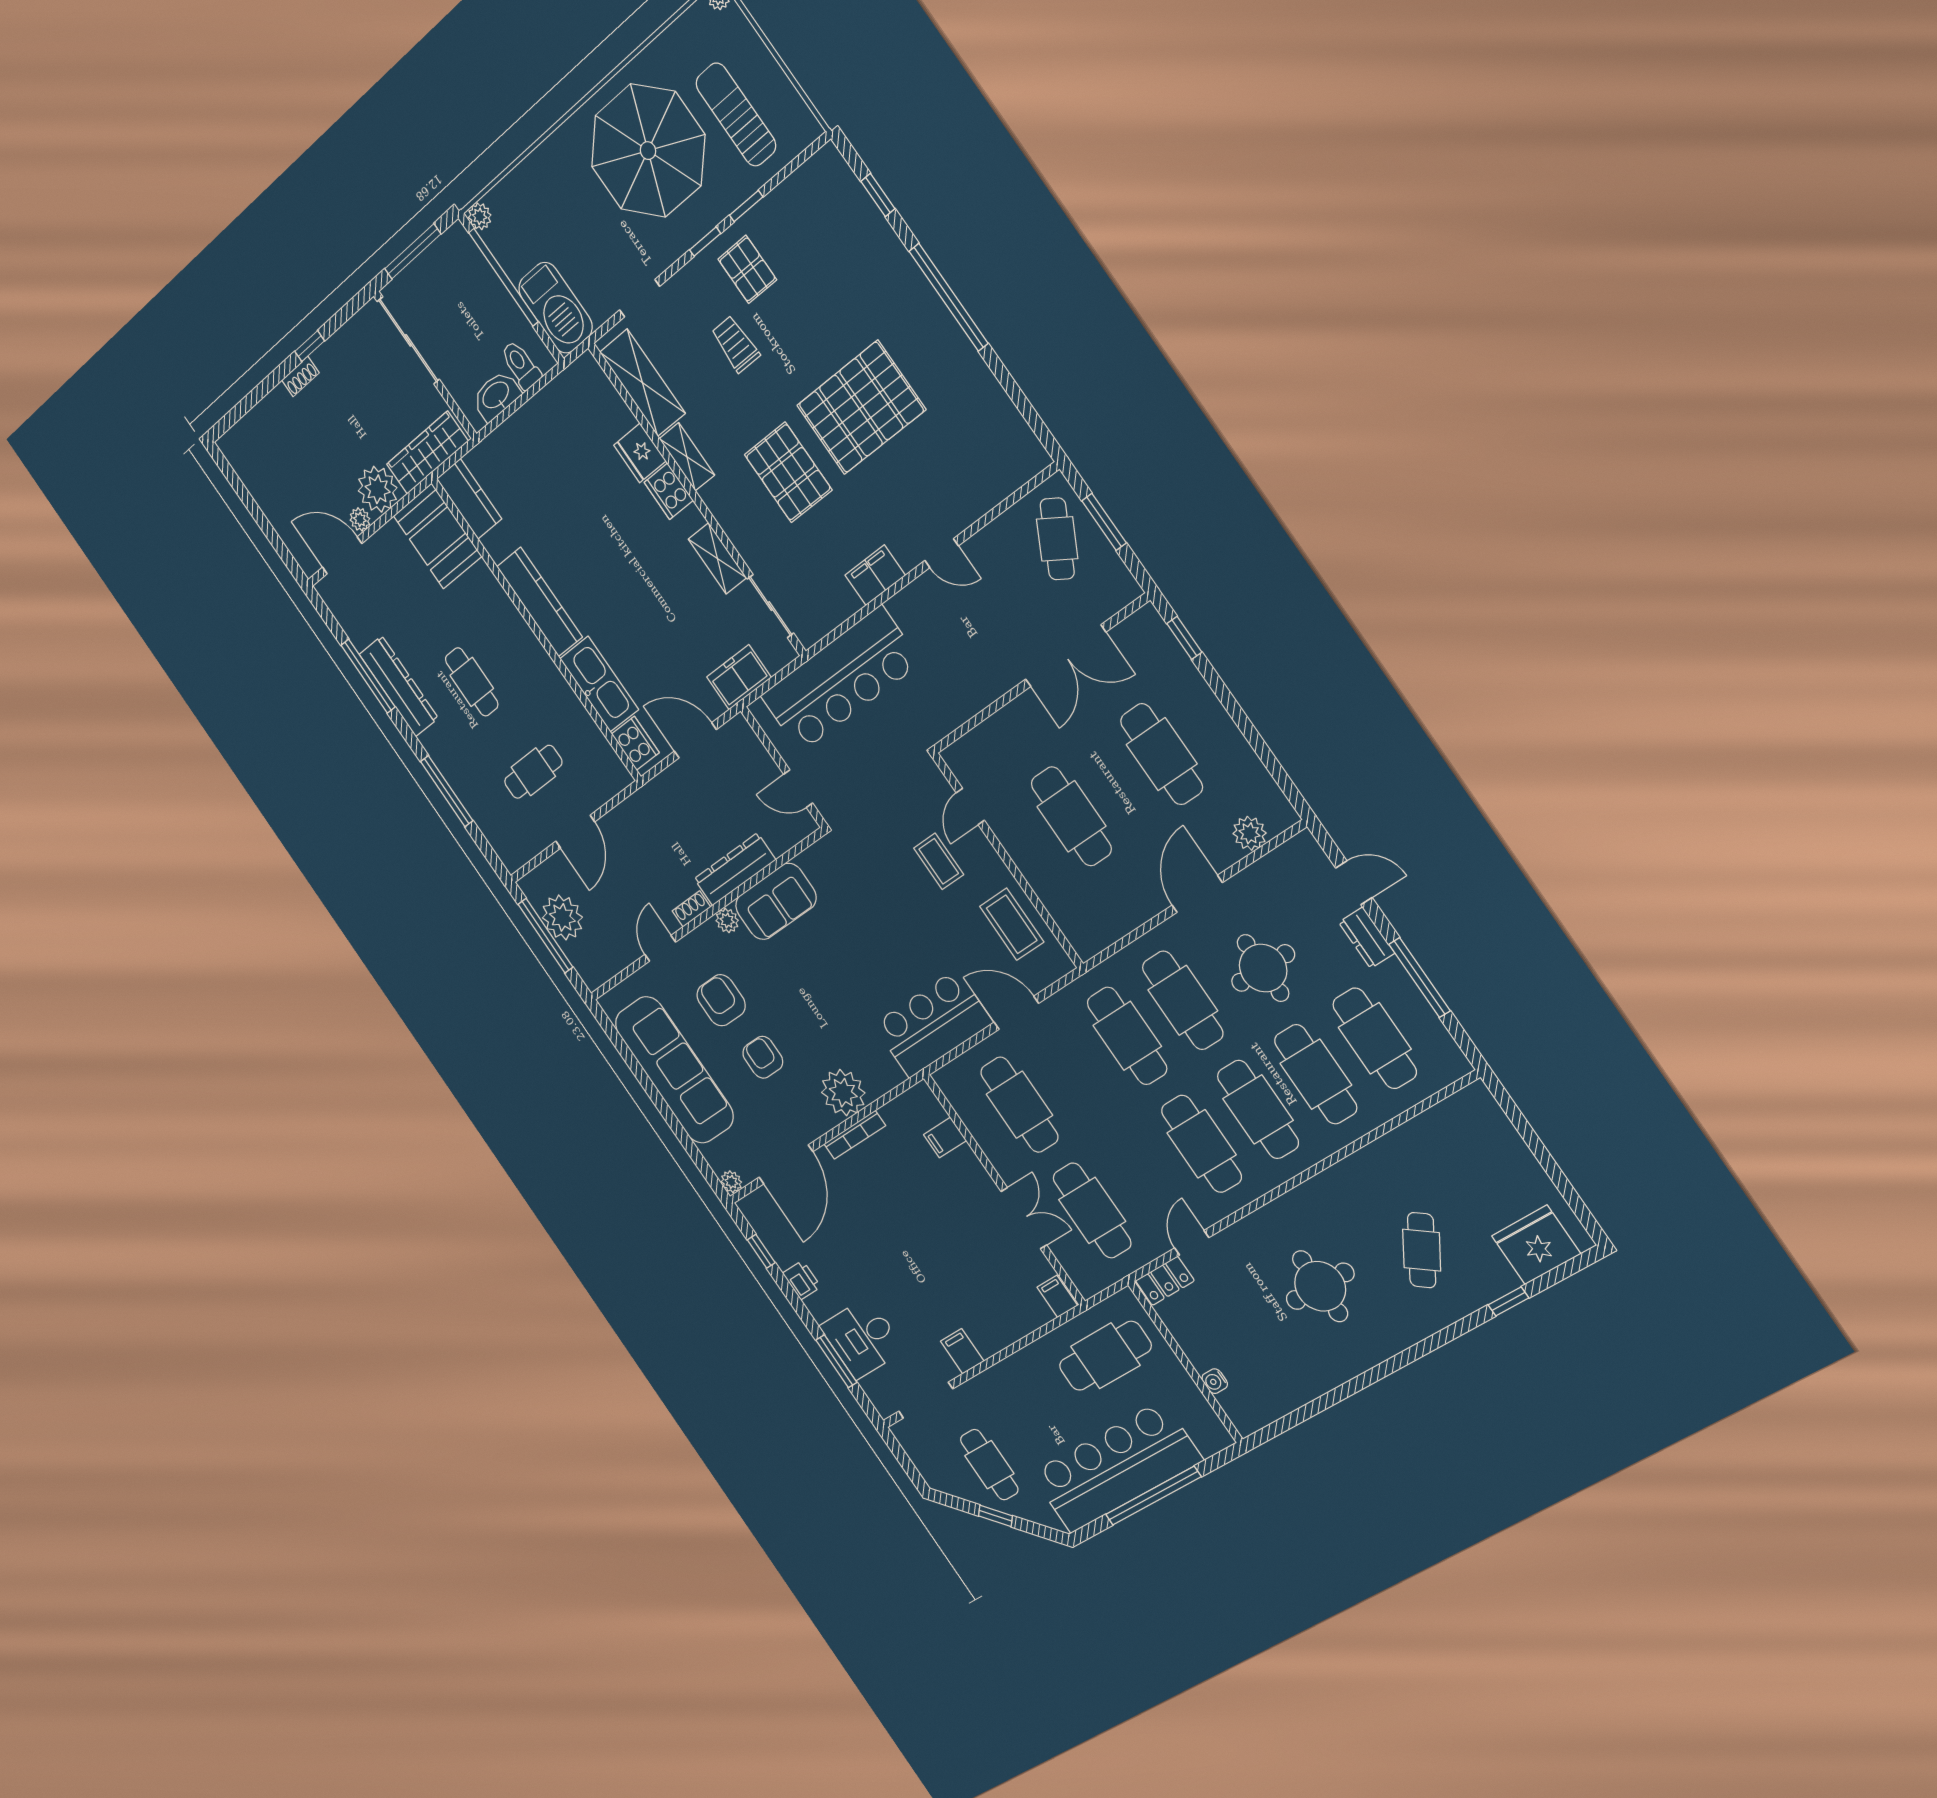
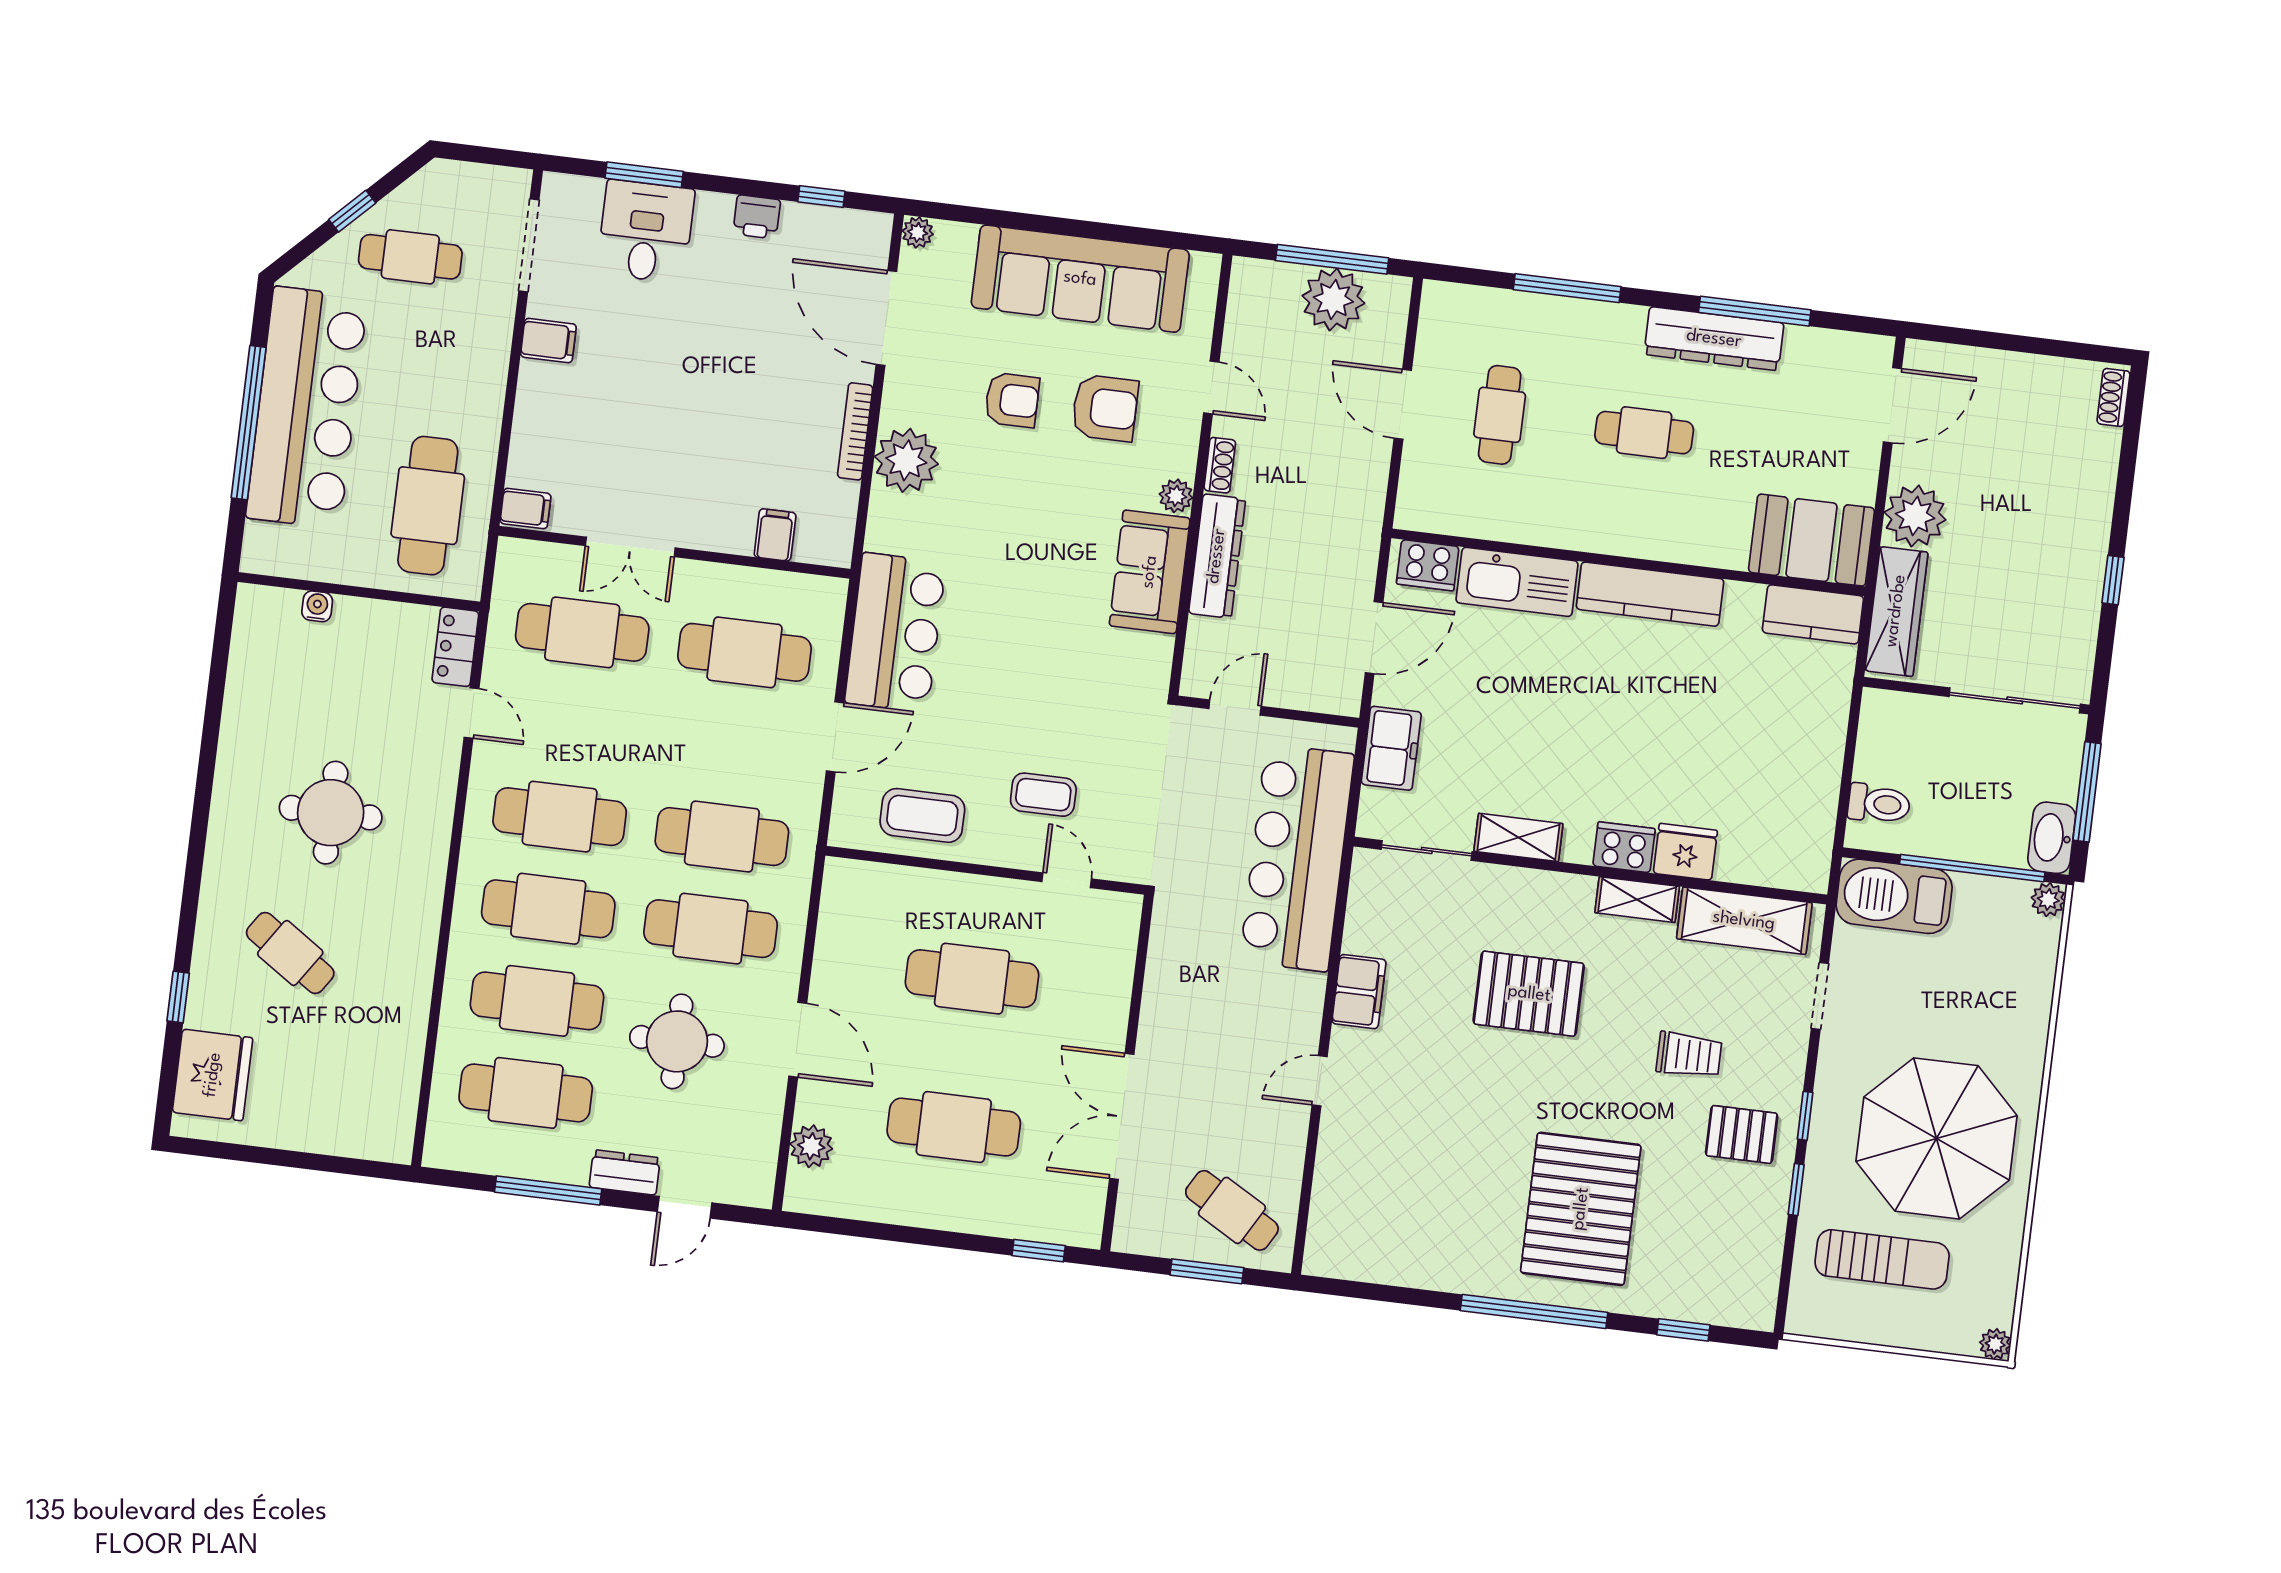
shoe rack: (300, 377) -> (2113, 397), moved
washbasin: (496, 396) -> (2052, 838), moved, turned 180
pallet: (861, 407) -> (1581, 1209), moved
plant: (360, 519) -> (1906, 464), removed

